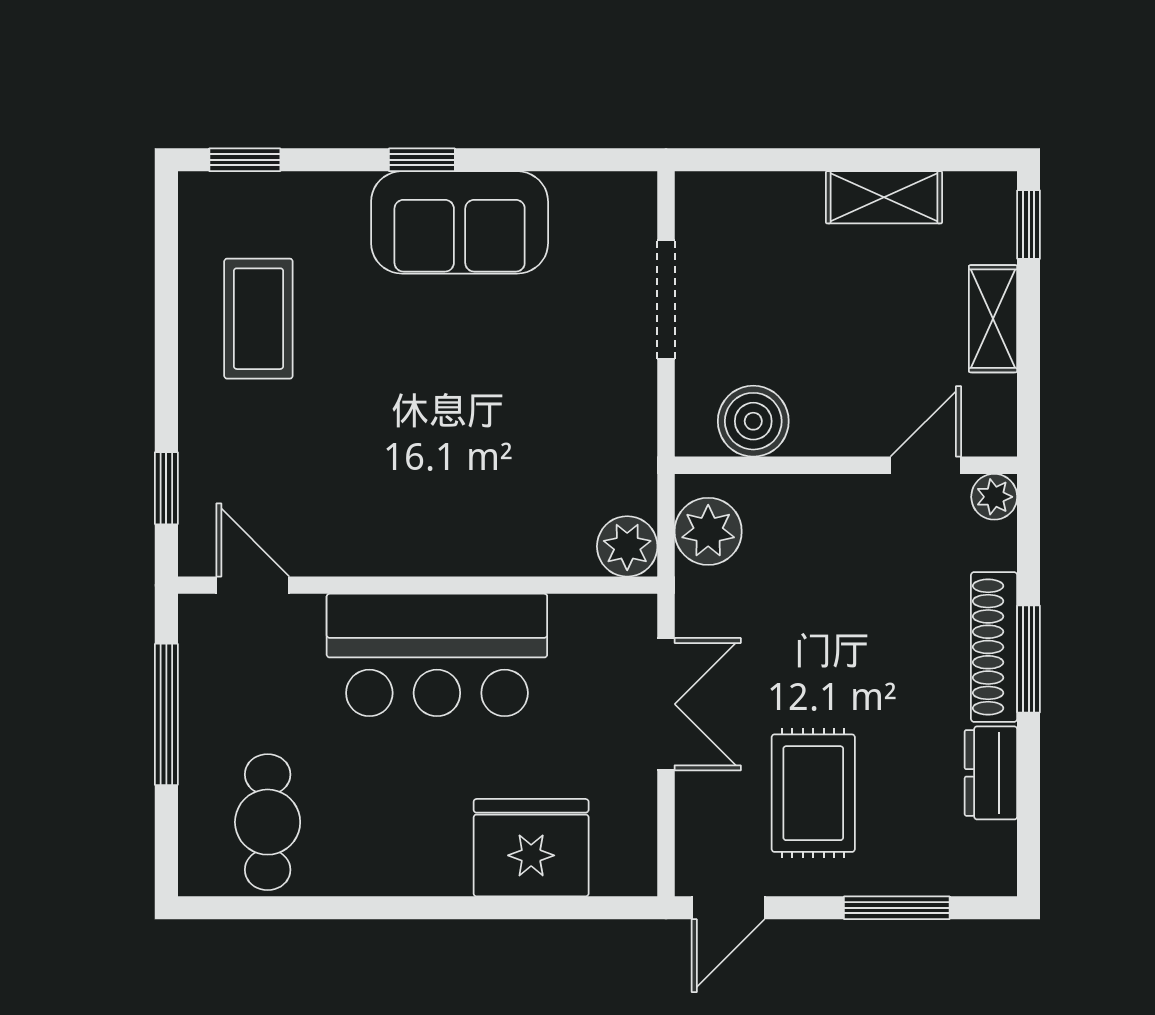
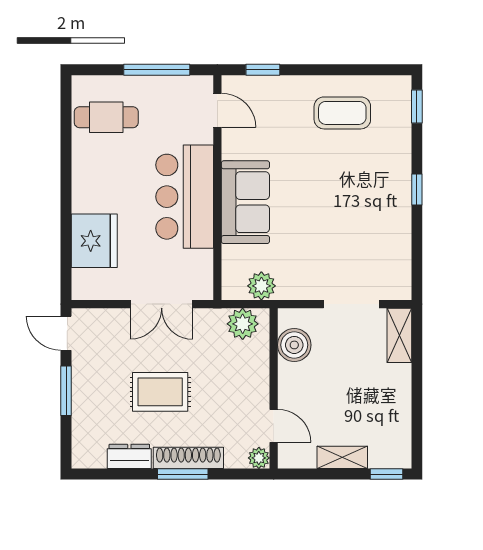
shelving: (884, 197) -> (399, 335), moved
sofa: (460, 222) -> (245, 202), moved, turned 180
plant: (627, 546) -> (261, 286), moved
door: (253, 585) -> (217, 110), hinge flipped
rug: (813, 793) -> (160, 392), moved
window: (897, 908) -> (66, 391), moved

